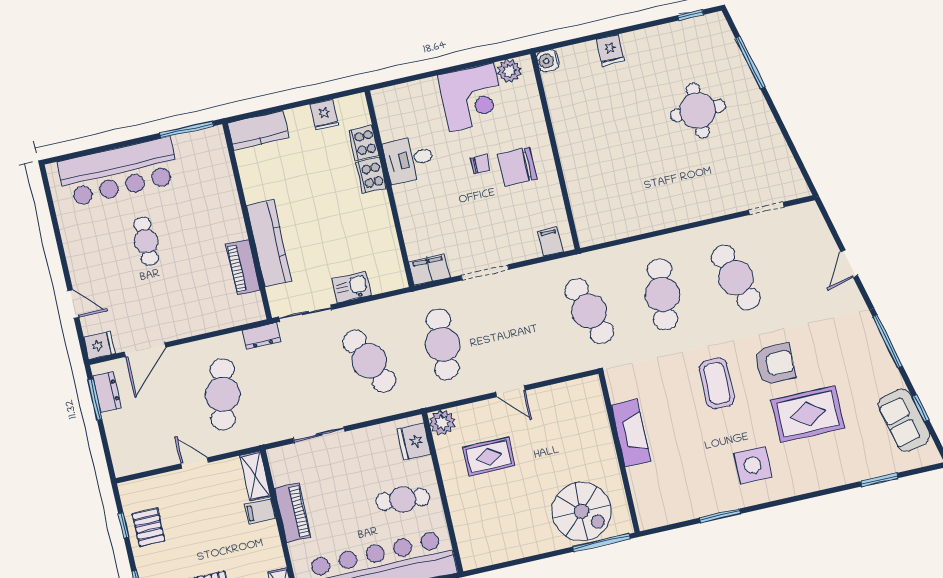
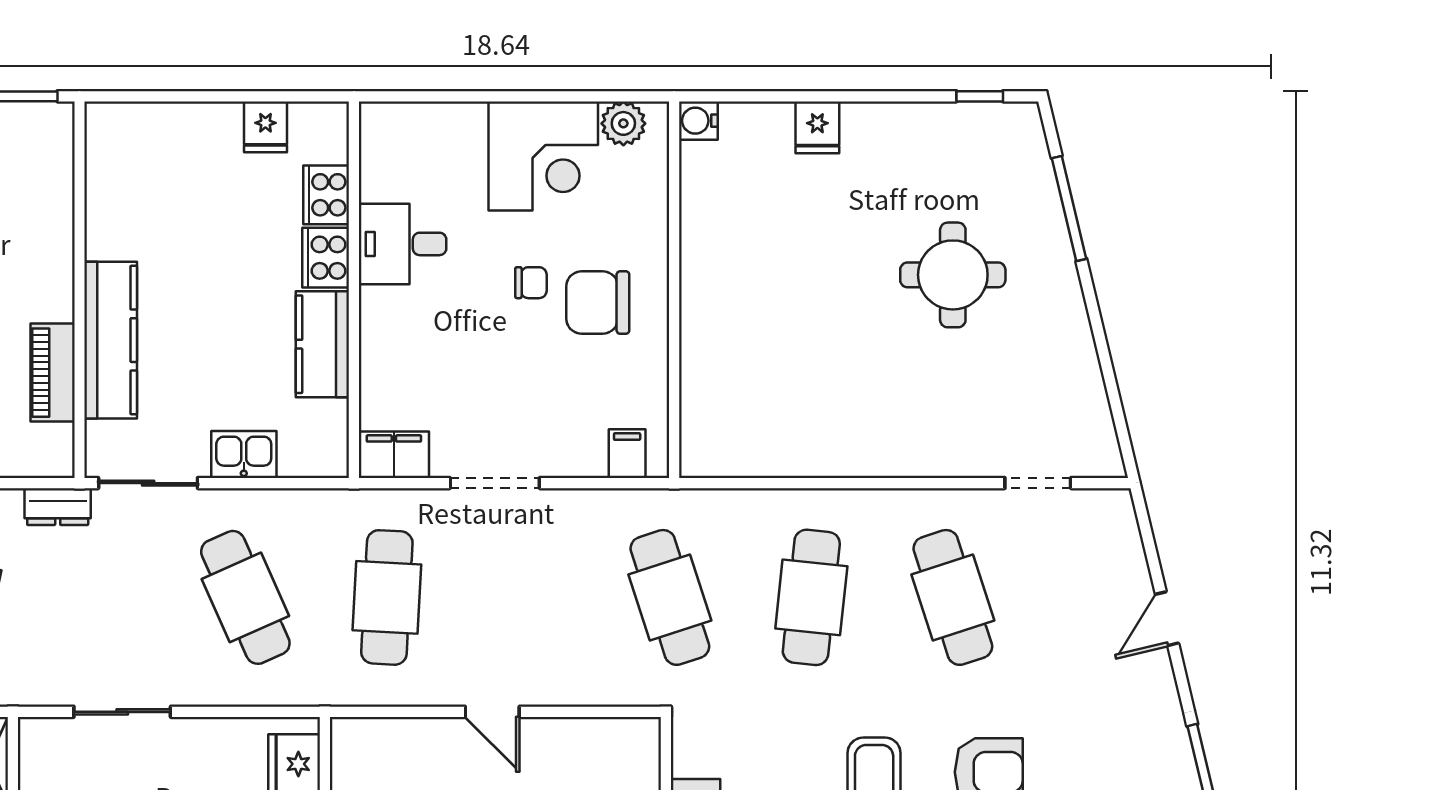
kitchen counter: (258, 130) -> (322, 344), moved, turned 90
plant: (442, 422) -> (354, 741), removed

